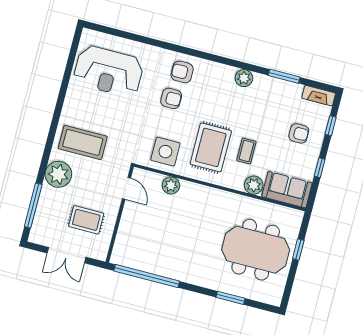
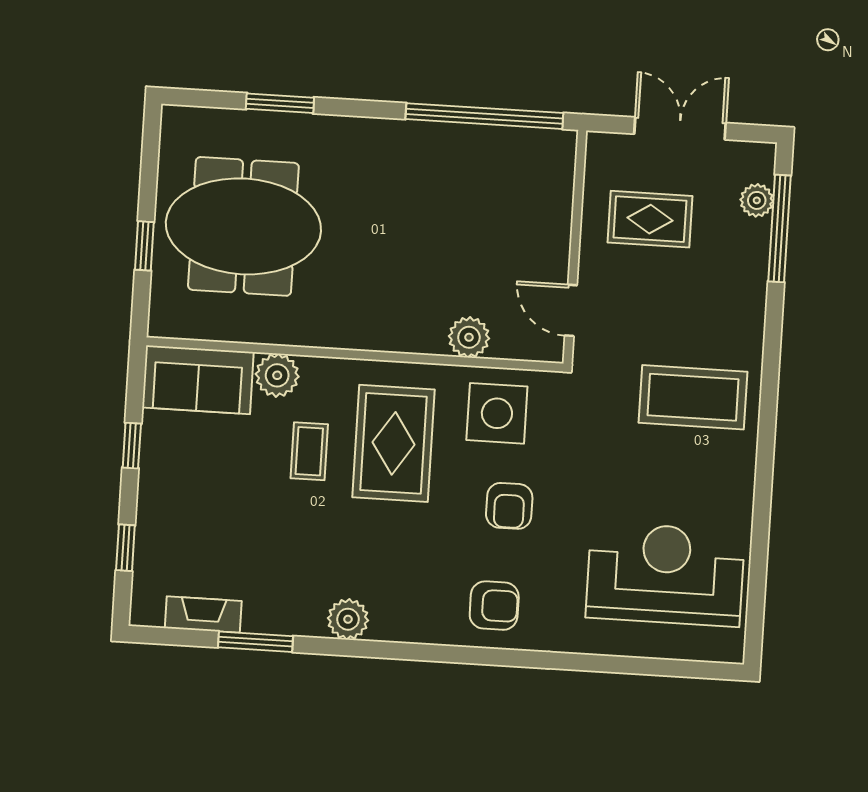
fireplace: (319, 96) -> (203, 615), moved
armchair: (171, 98) -> (509, 506), moved, turned -90
armchair: (299, 133) -> (196, 516), removed
plant: (58, 174) -> (757, 200), moved, width x0.53, depth x0.53

